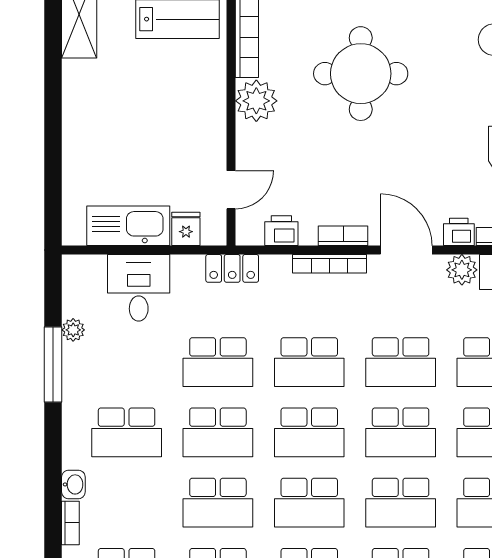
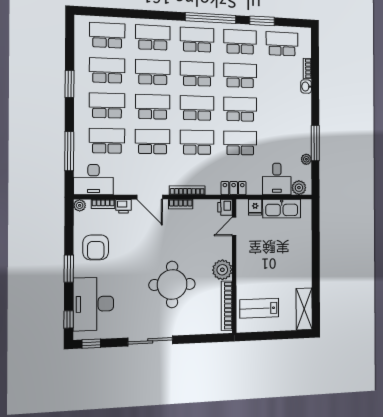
printer: (281, 231) -> (225, 207), moved, turned 90
plant: (462, 270) -> (299, 188), moved
school desk: (127, 432) -> (282, 110), removed

